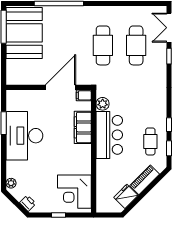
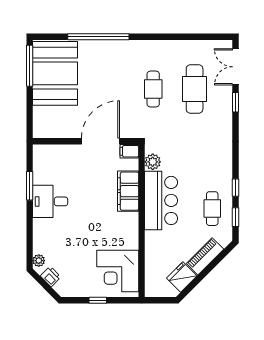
cafe table: (103, 45) -> (153, 89), width x0.73, depth x0.74
desk: (24, 136) -> (50, 201), width x0.53, depth x0.77
printer: (28, 203) -> (51, 276), moved

